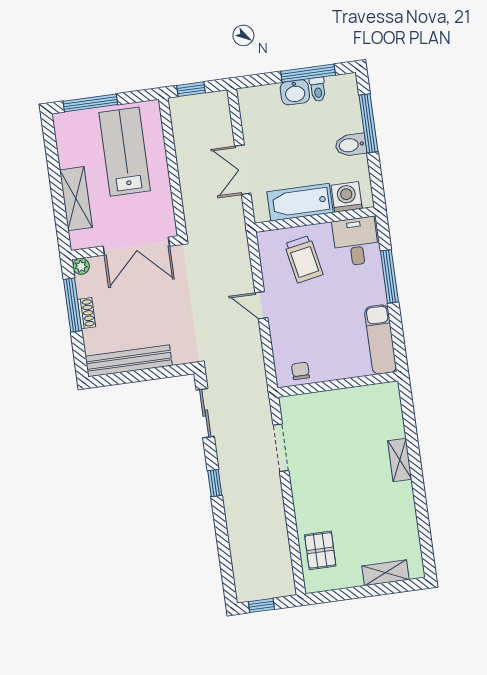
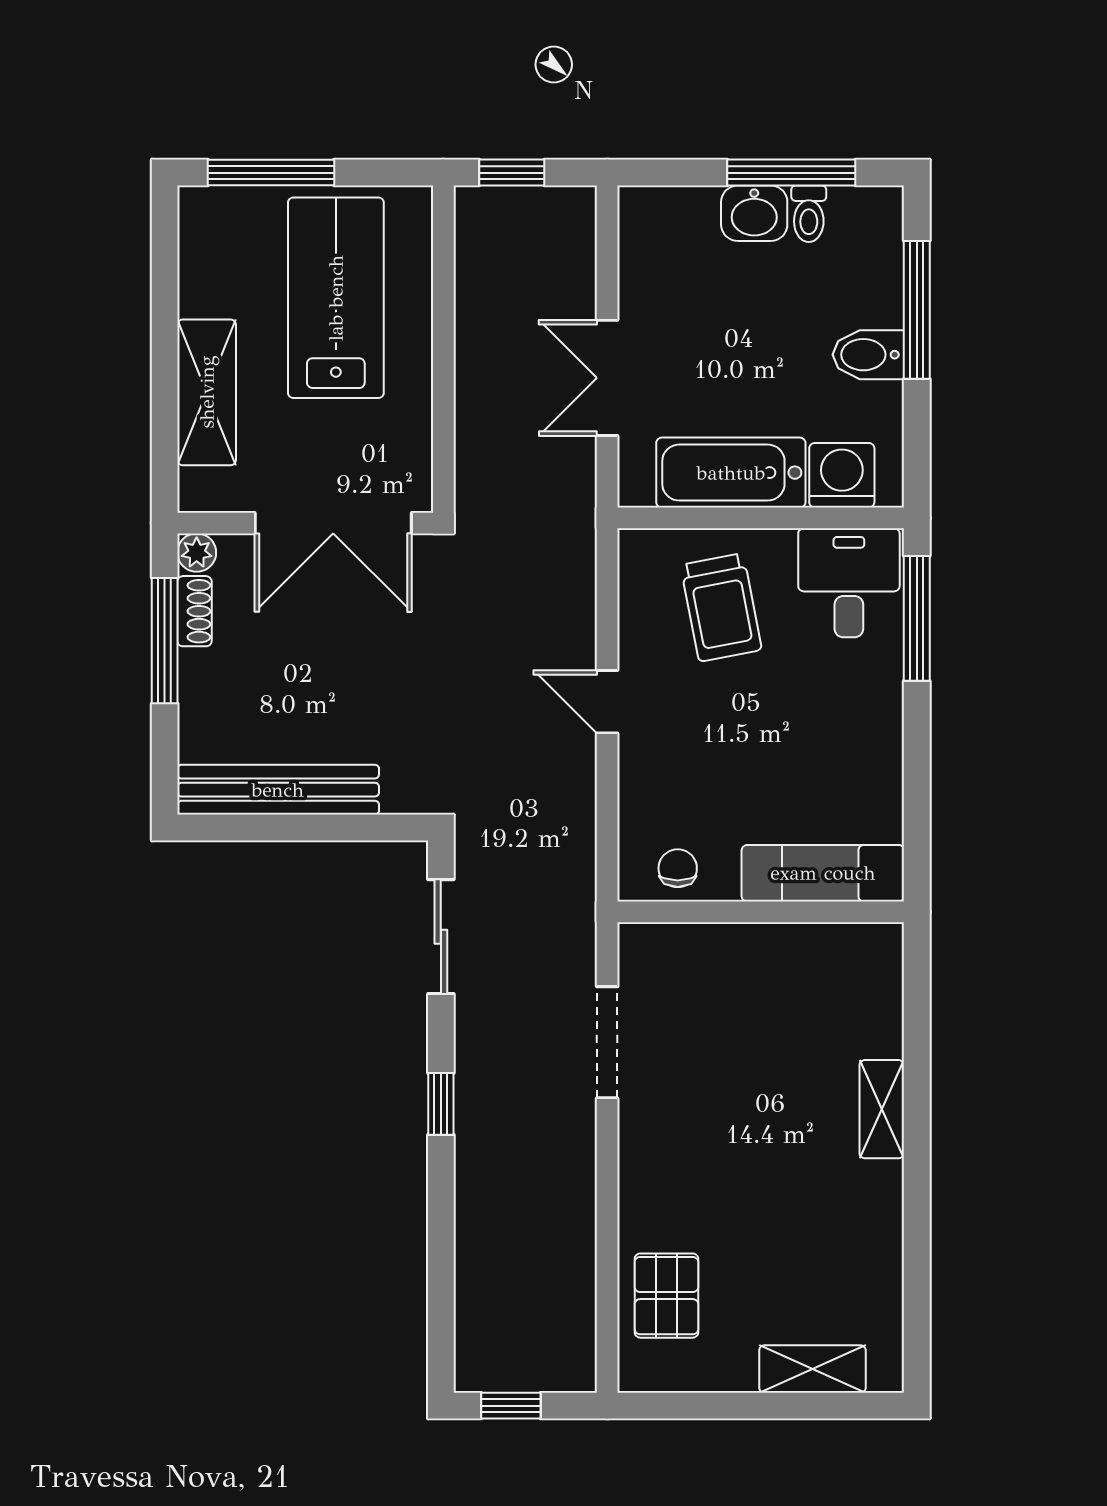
window: (389, 276) -> (917, 618), moved
shoe rack: (86, 313) -> (194, 611), moved
exam couch: (381, 340) -> (823, 873), moved, turned 90

